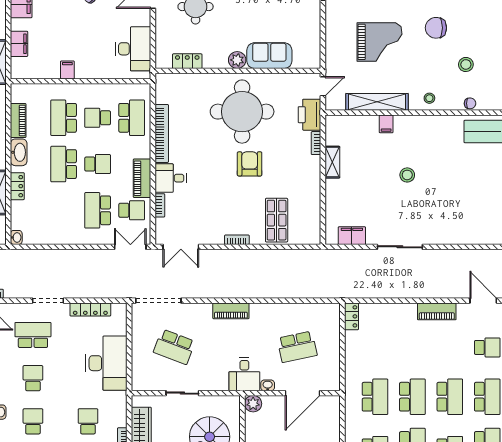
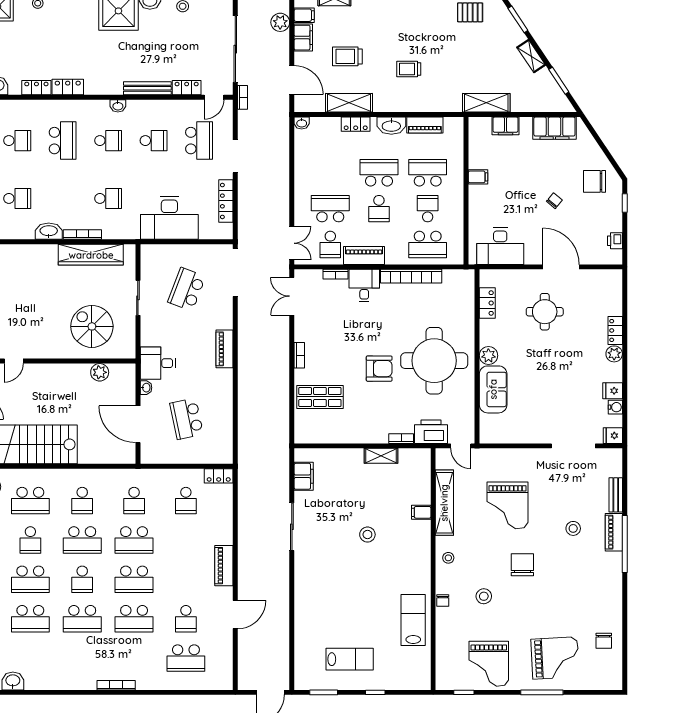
school desk: (375, 347) -> (186, 501), added
school desk: (375, 397) -> (134, 501), width x0.54
plant: (253, 404) -> (100, 372), moved

